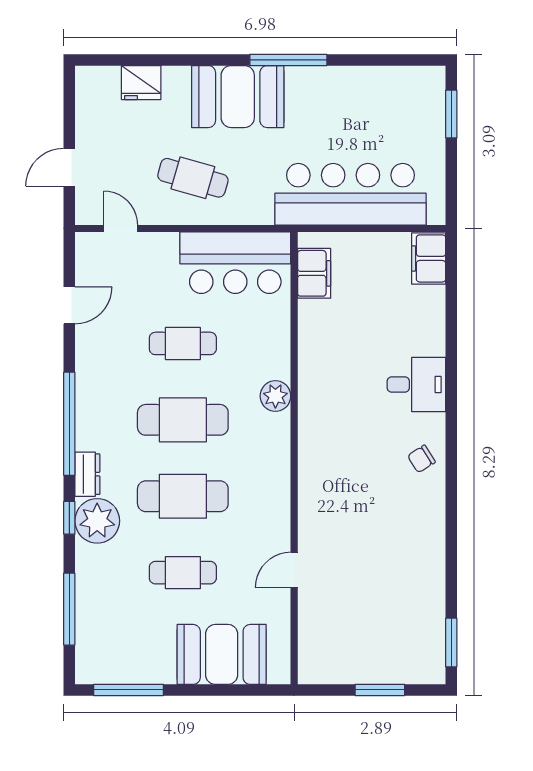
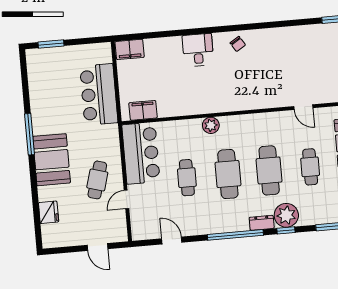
bar counter: (351, 194) -> (99, 94), width x0.73
door: (121, 228) -> (126, 199), moved

